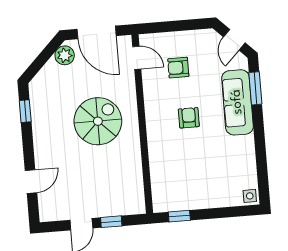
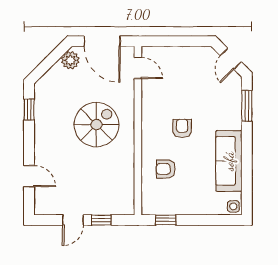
armchair: (178, 68) -> (166, 169), moved
sofa: (237, 102) -> (229, 161), moved
door: (31, 182) -> (29, 176), hinge flipped

